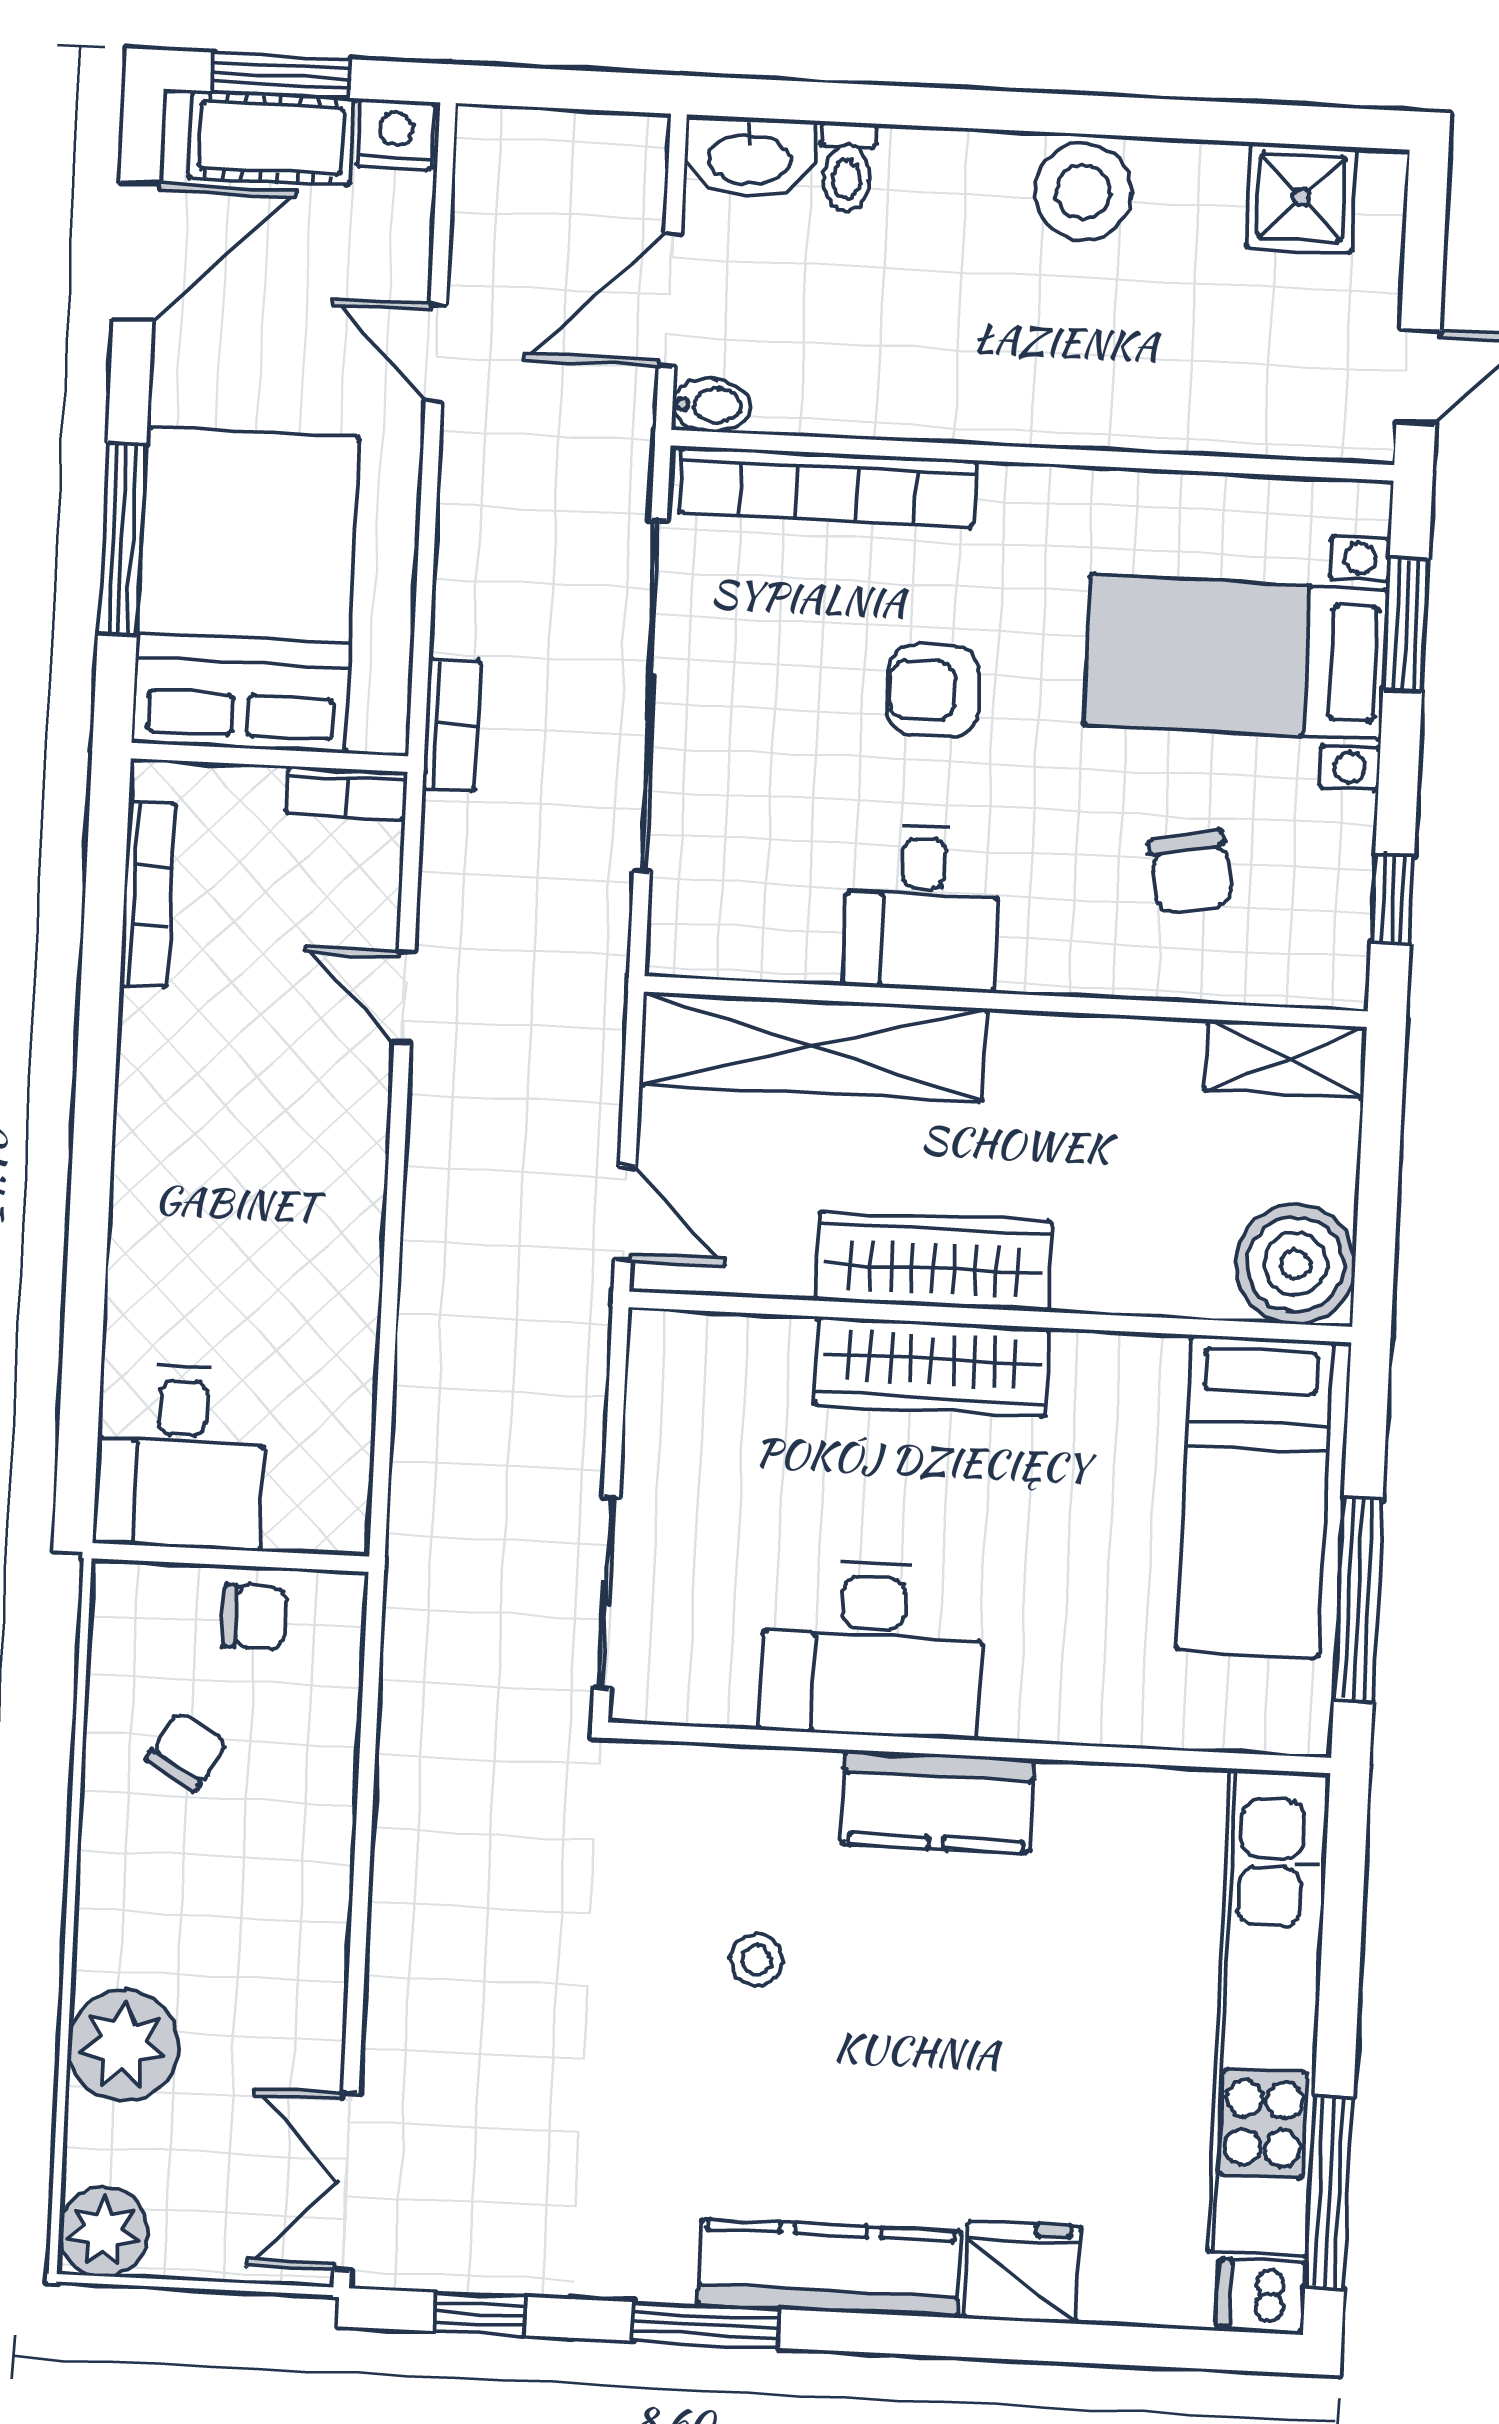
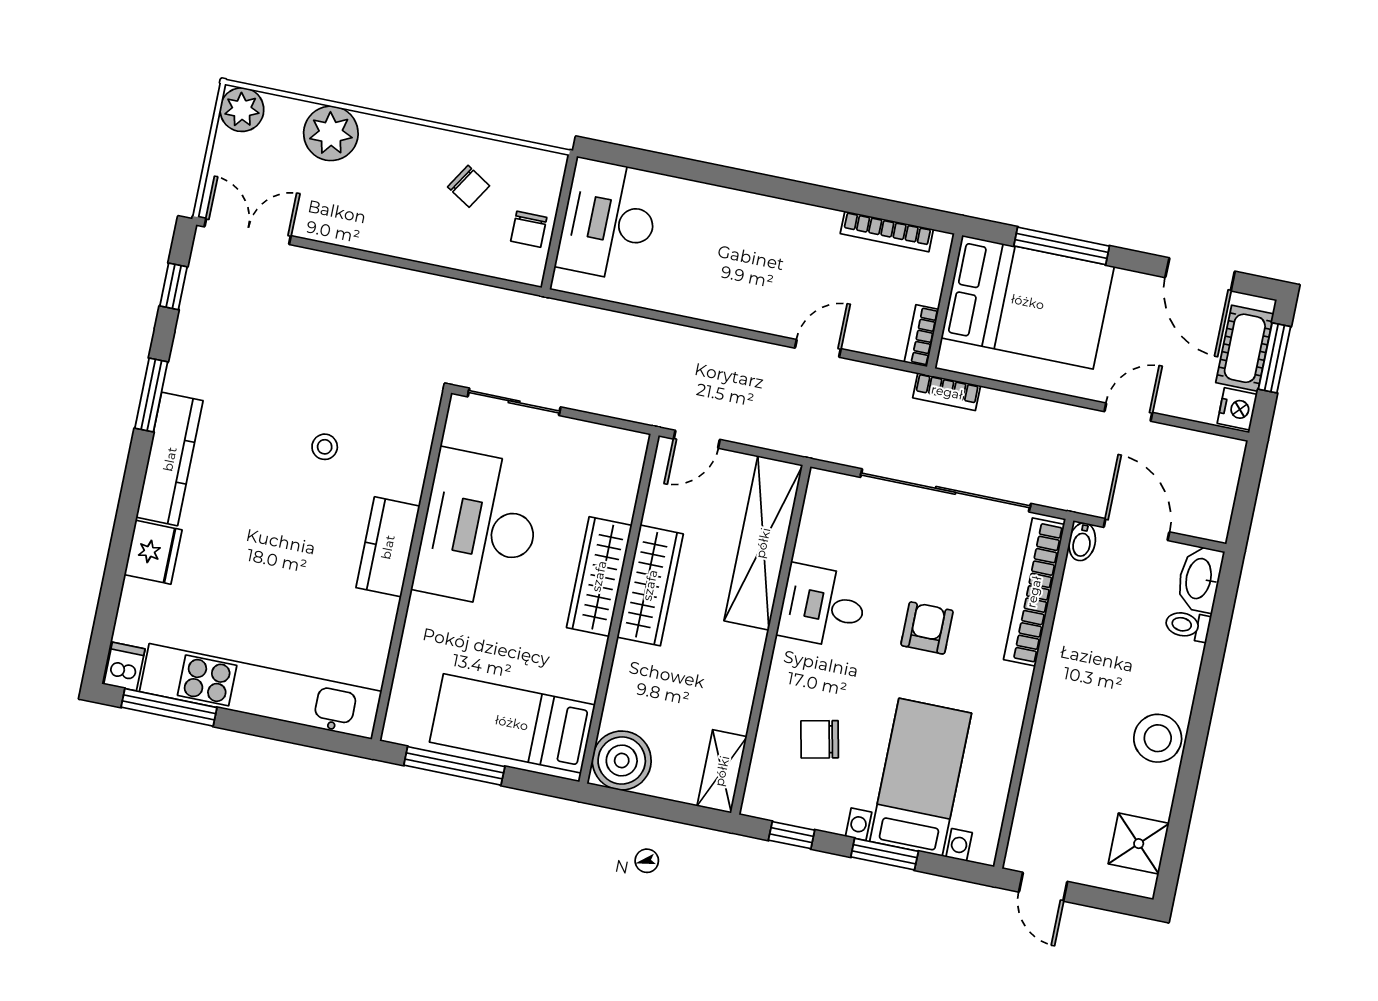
window: (1406, 624) -> (885, 854), moved
desk: (180, 1457) -> (609, 220), width x1.37
desk: (872, 1649) -> (479, 529), width x1.36, depth x1.30

